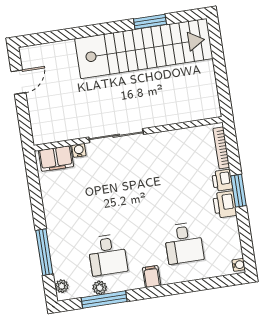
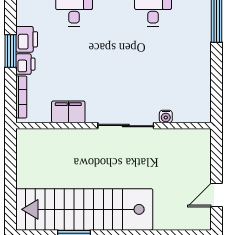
filing cabinet: (56, 158) -> (68, 112), moved

